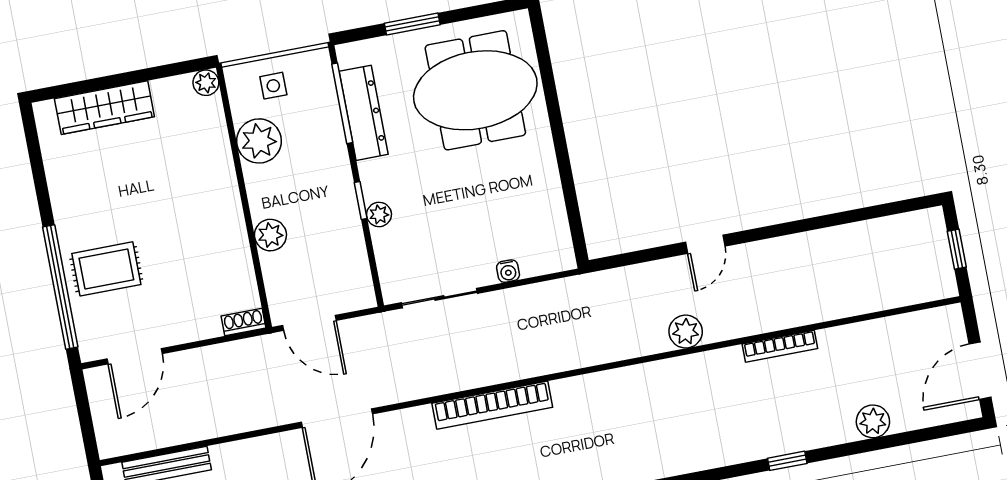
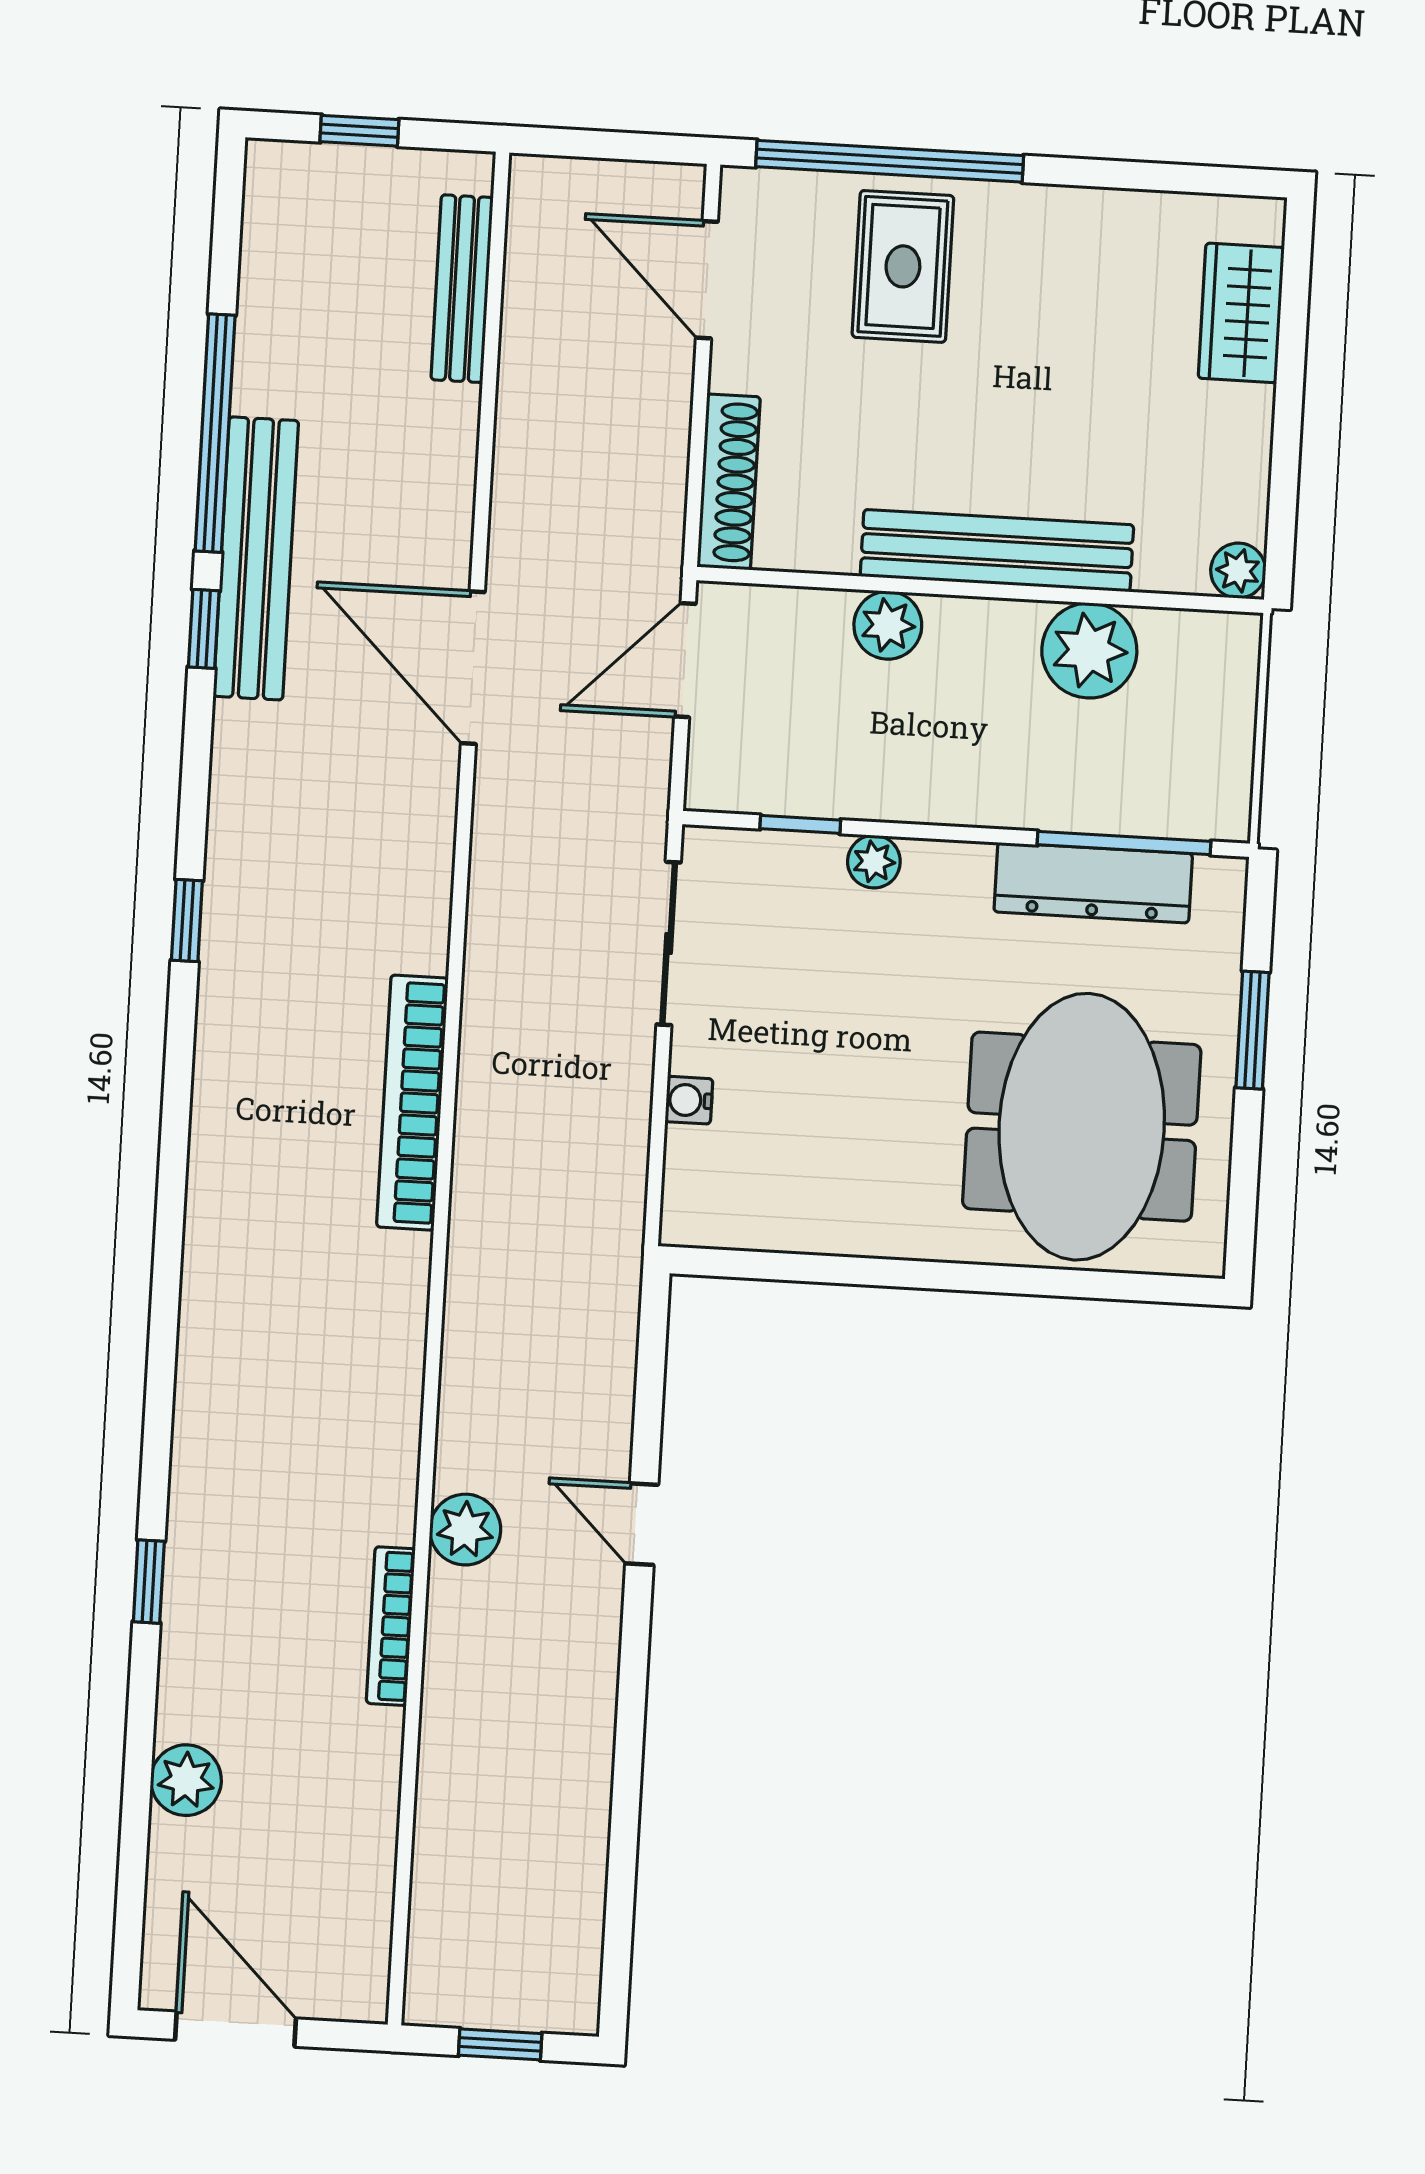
side table: (273, 86) -> (1197, 709), removed
wardrobe: (104, 108) -> (1241, 313), width x0.67
bench: (224, 194) -> (997, 551), added
window: (361, 201) -> (800, 824), moved
shoe rack: (243, 322) -> (729, 482), width x1.94, depth x1.24
plant: (686, 332) -> (465, 1530), moved
bookcase: (492, 405) -> (412, 1103), moved

